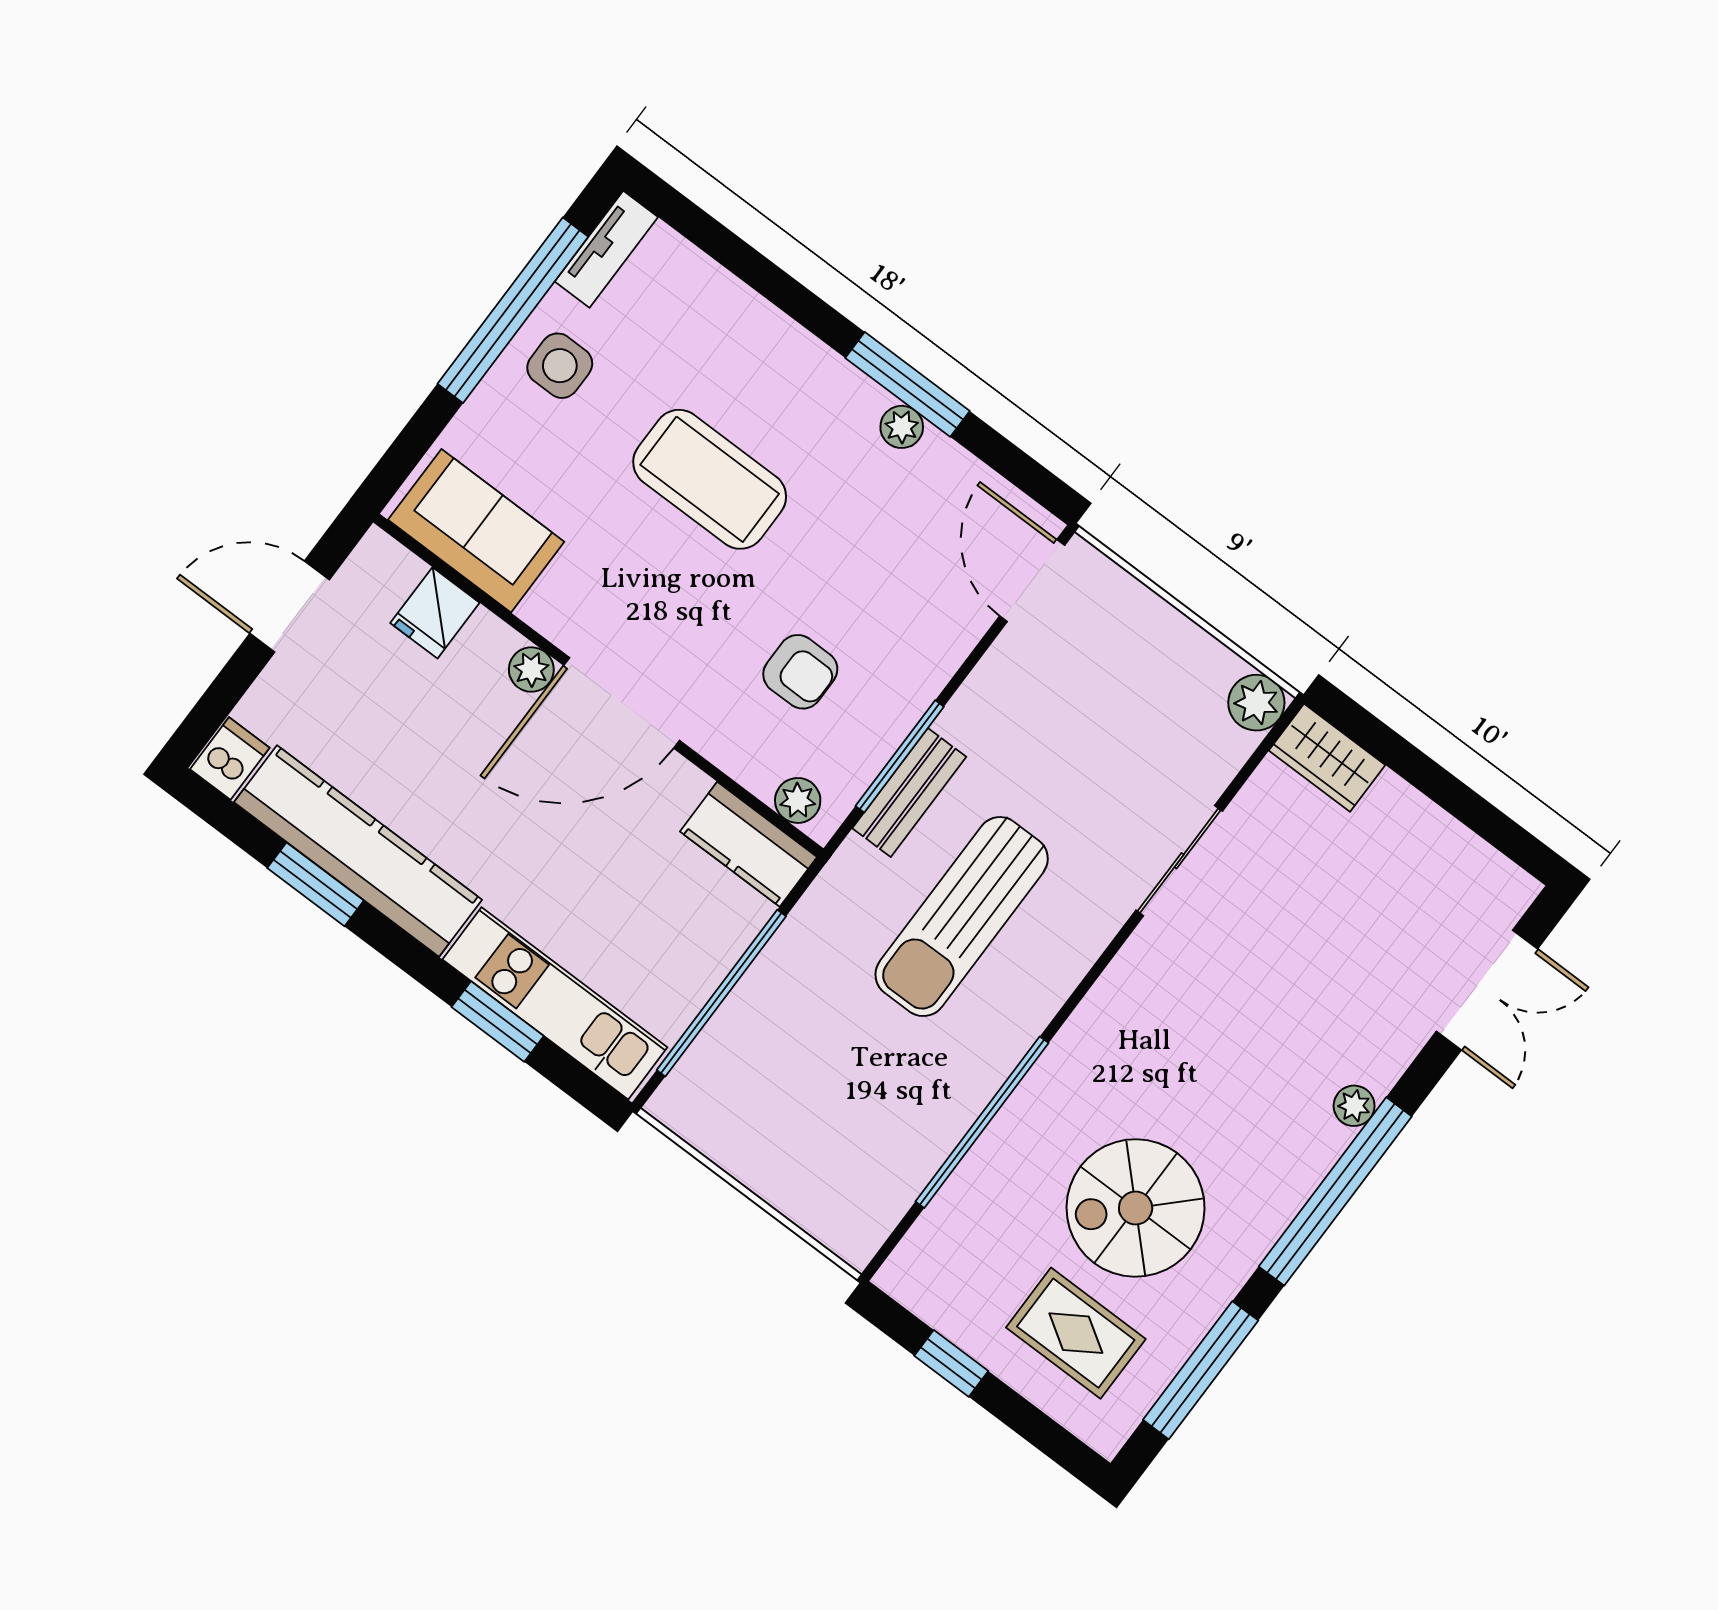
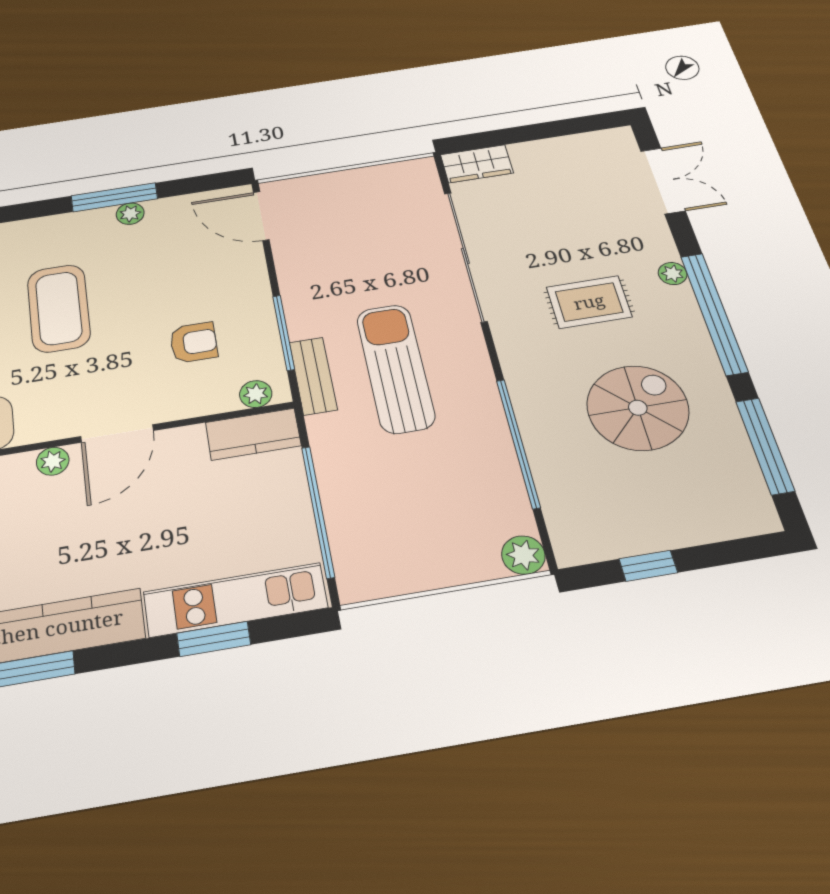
coffee table: (710, 479) -> (59, 308), turned 90
door: (622, 703) -> (117, 434), width x0.73
plant: (1256, 703) -> (523, 555), moved
bench: (909, 792) -> (313, 376), moved
sliding door: (1179, 861) -> (465, 256), width x1.86
sun lounger: (962, 917) -> (395, 368), turned 180
spiral stairs: (1136, 1208) -> (638, 408), turned 180
rug: (1076, 1333) -> (589, 302), moved

